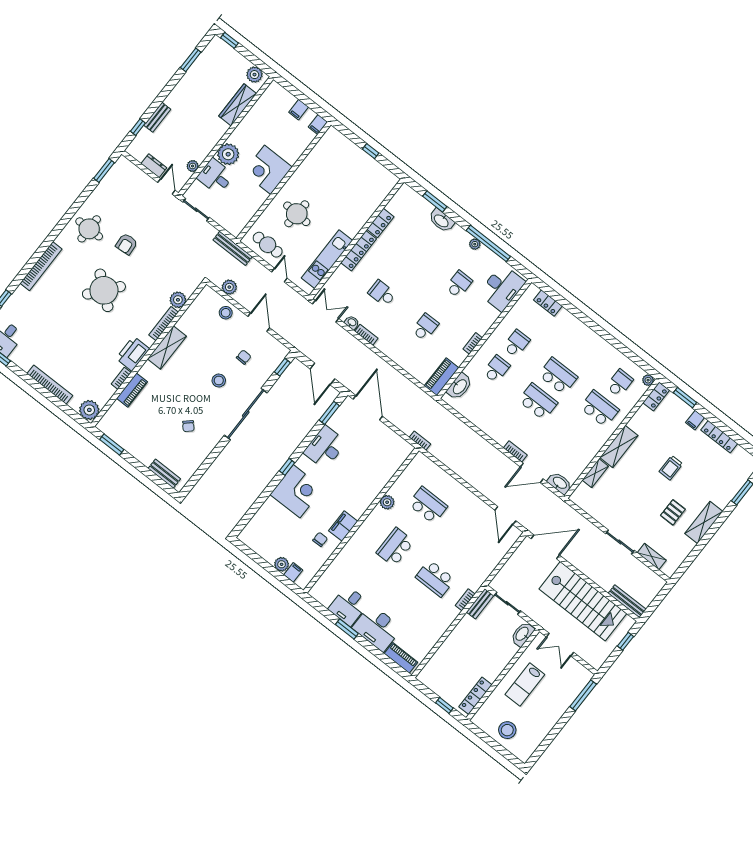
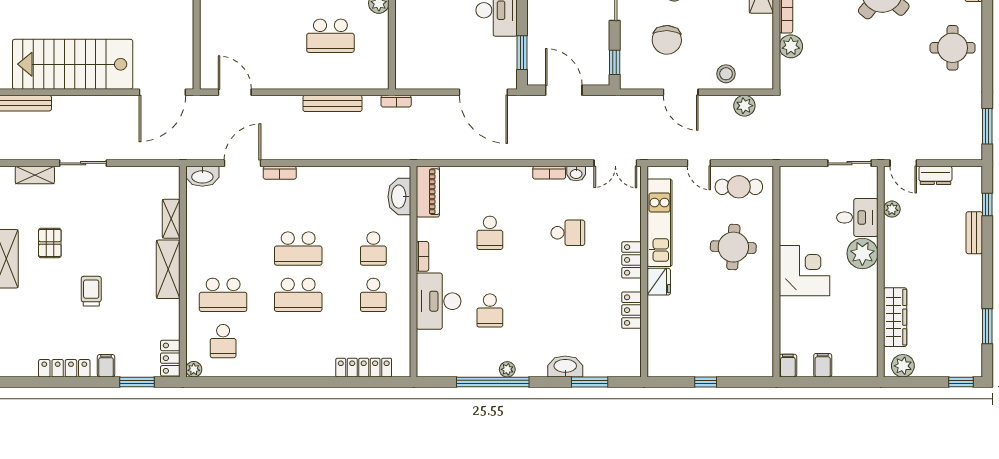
fridge: (353, 227) -> (659, 282), added
armchair: (126, 244) -> (897, 64), removed
bench: (233, 248) -> (332, 103), moved
locker: (359, 251) -> (632, 260), width x0.66
desk: (502, 288) -> (439, 301), moved
locker: (548, 303) -> (364, 368), width x1.53
chair: (244, 357) -> (667, 40), width x1.87, depth x1.87

